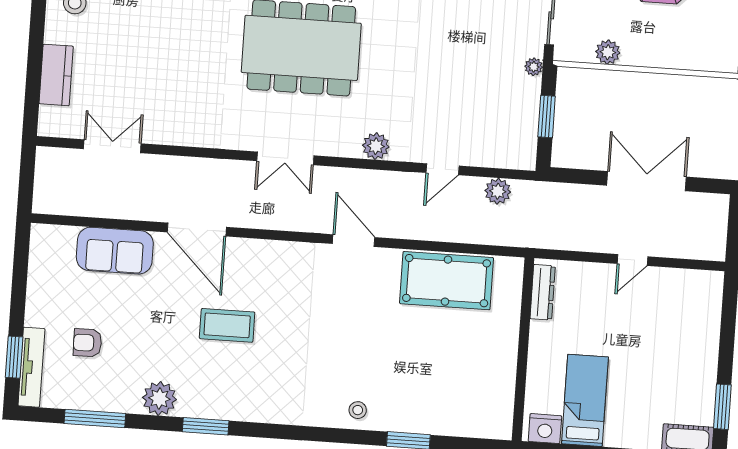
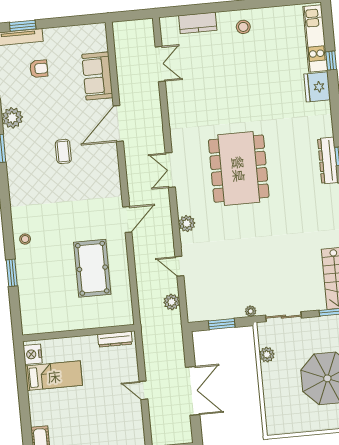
pool table: (447, 281) -> (92, 268), moved
coffee table: (227, 325) -> (63, 151), width x0.73, depth x0.77
armchair: (87, 343) -> (39, 69), turned 91

